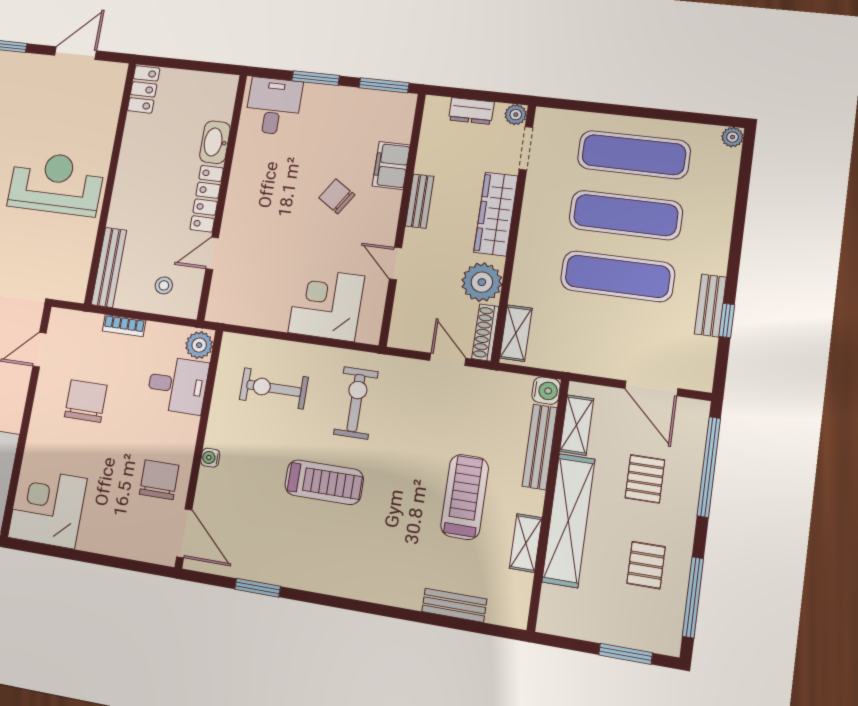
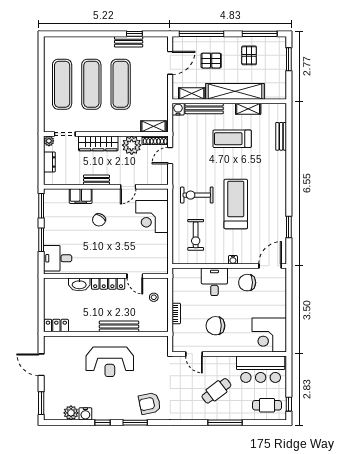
plant: (732, 137) -> (49, 41), removed
reception desk: (56, 183) -> (110, 362), turned -90
bench: (109, 267) -> (119, 326), moved
plant: (199, 345) -> (180, 275), removed
desk: (177, 385) -> (214, 282), moved
treadmill: (324, 482) -> (236, 204), width x1.37, depth x1.38
pallet: (646, 565) -> (249, 55), turned 90

